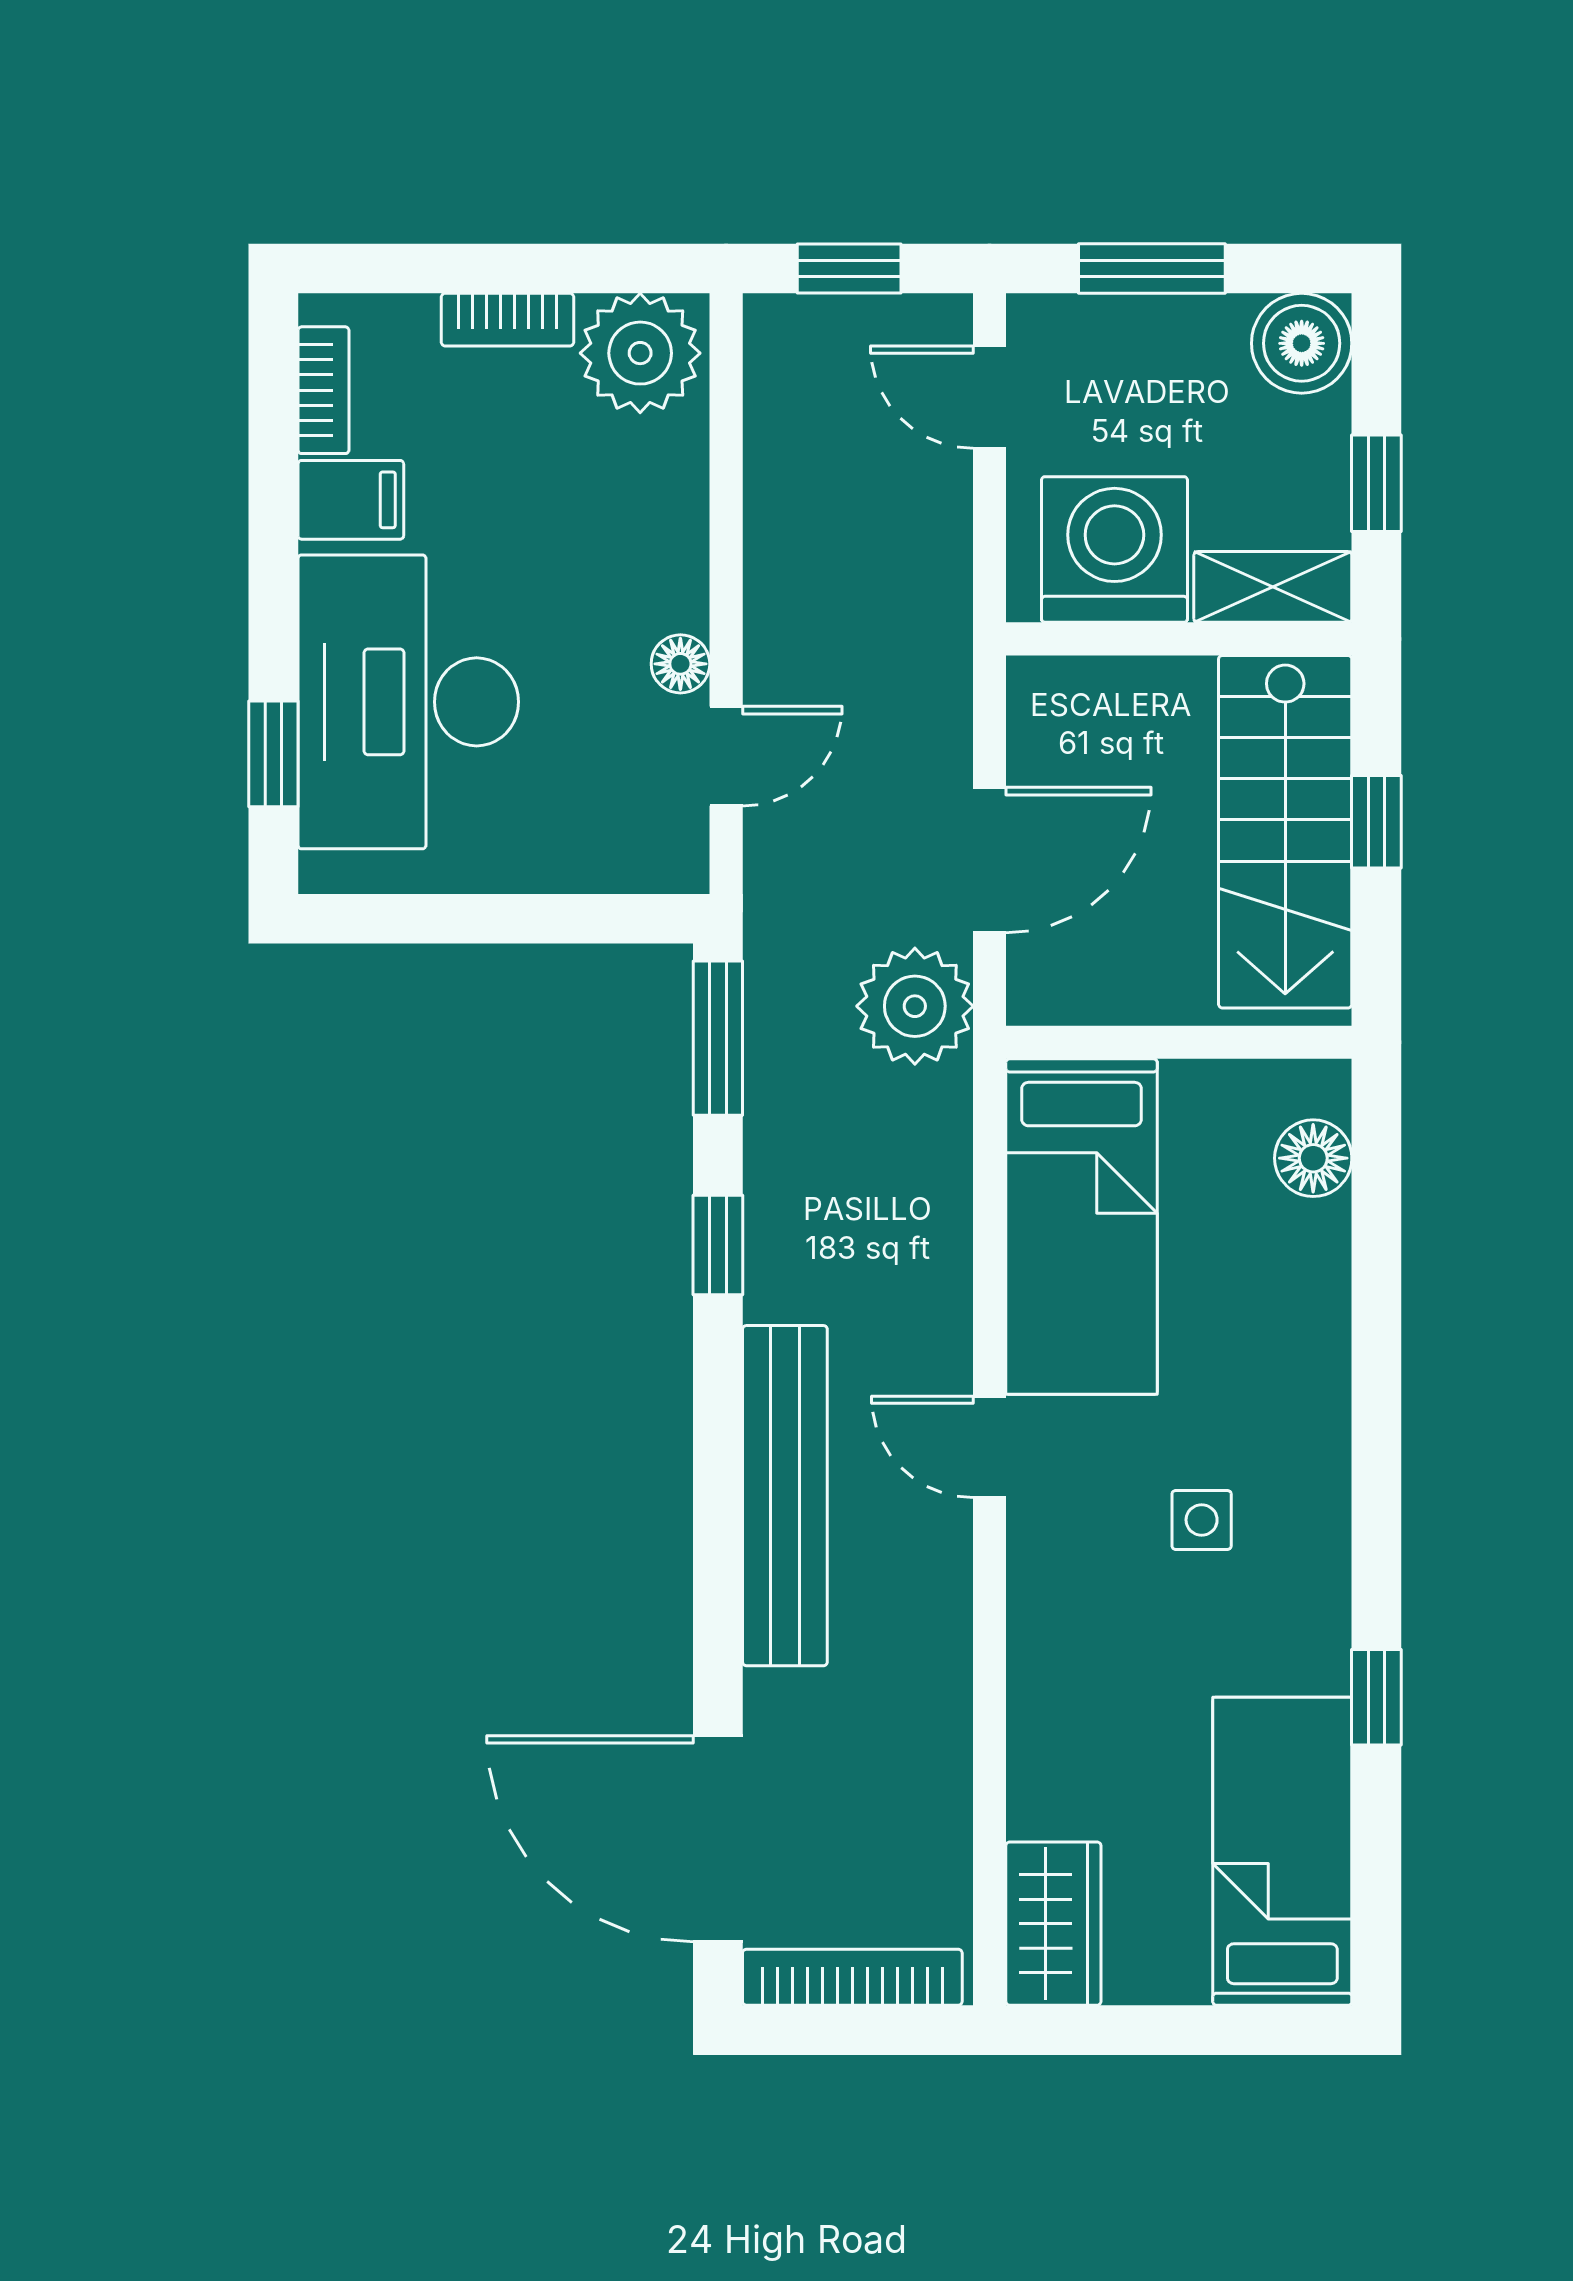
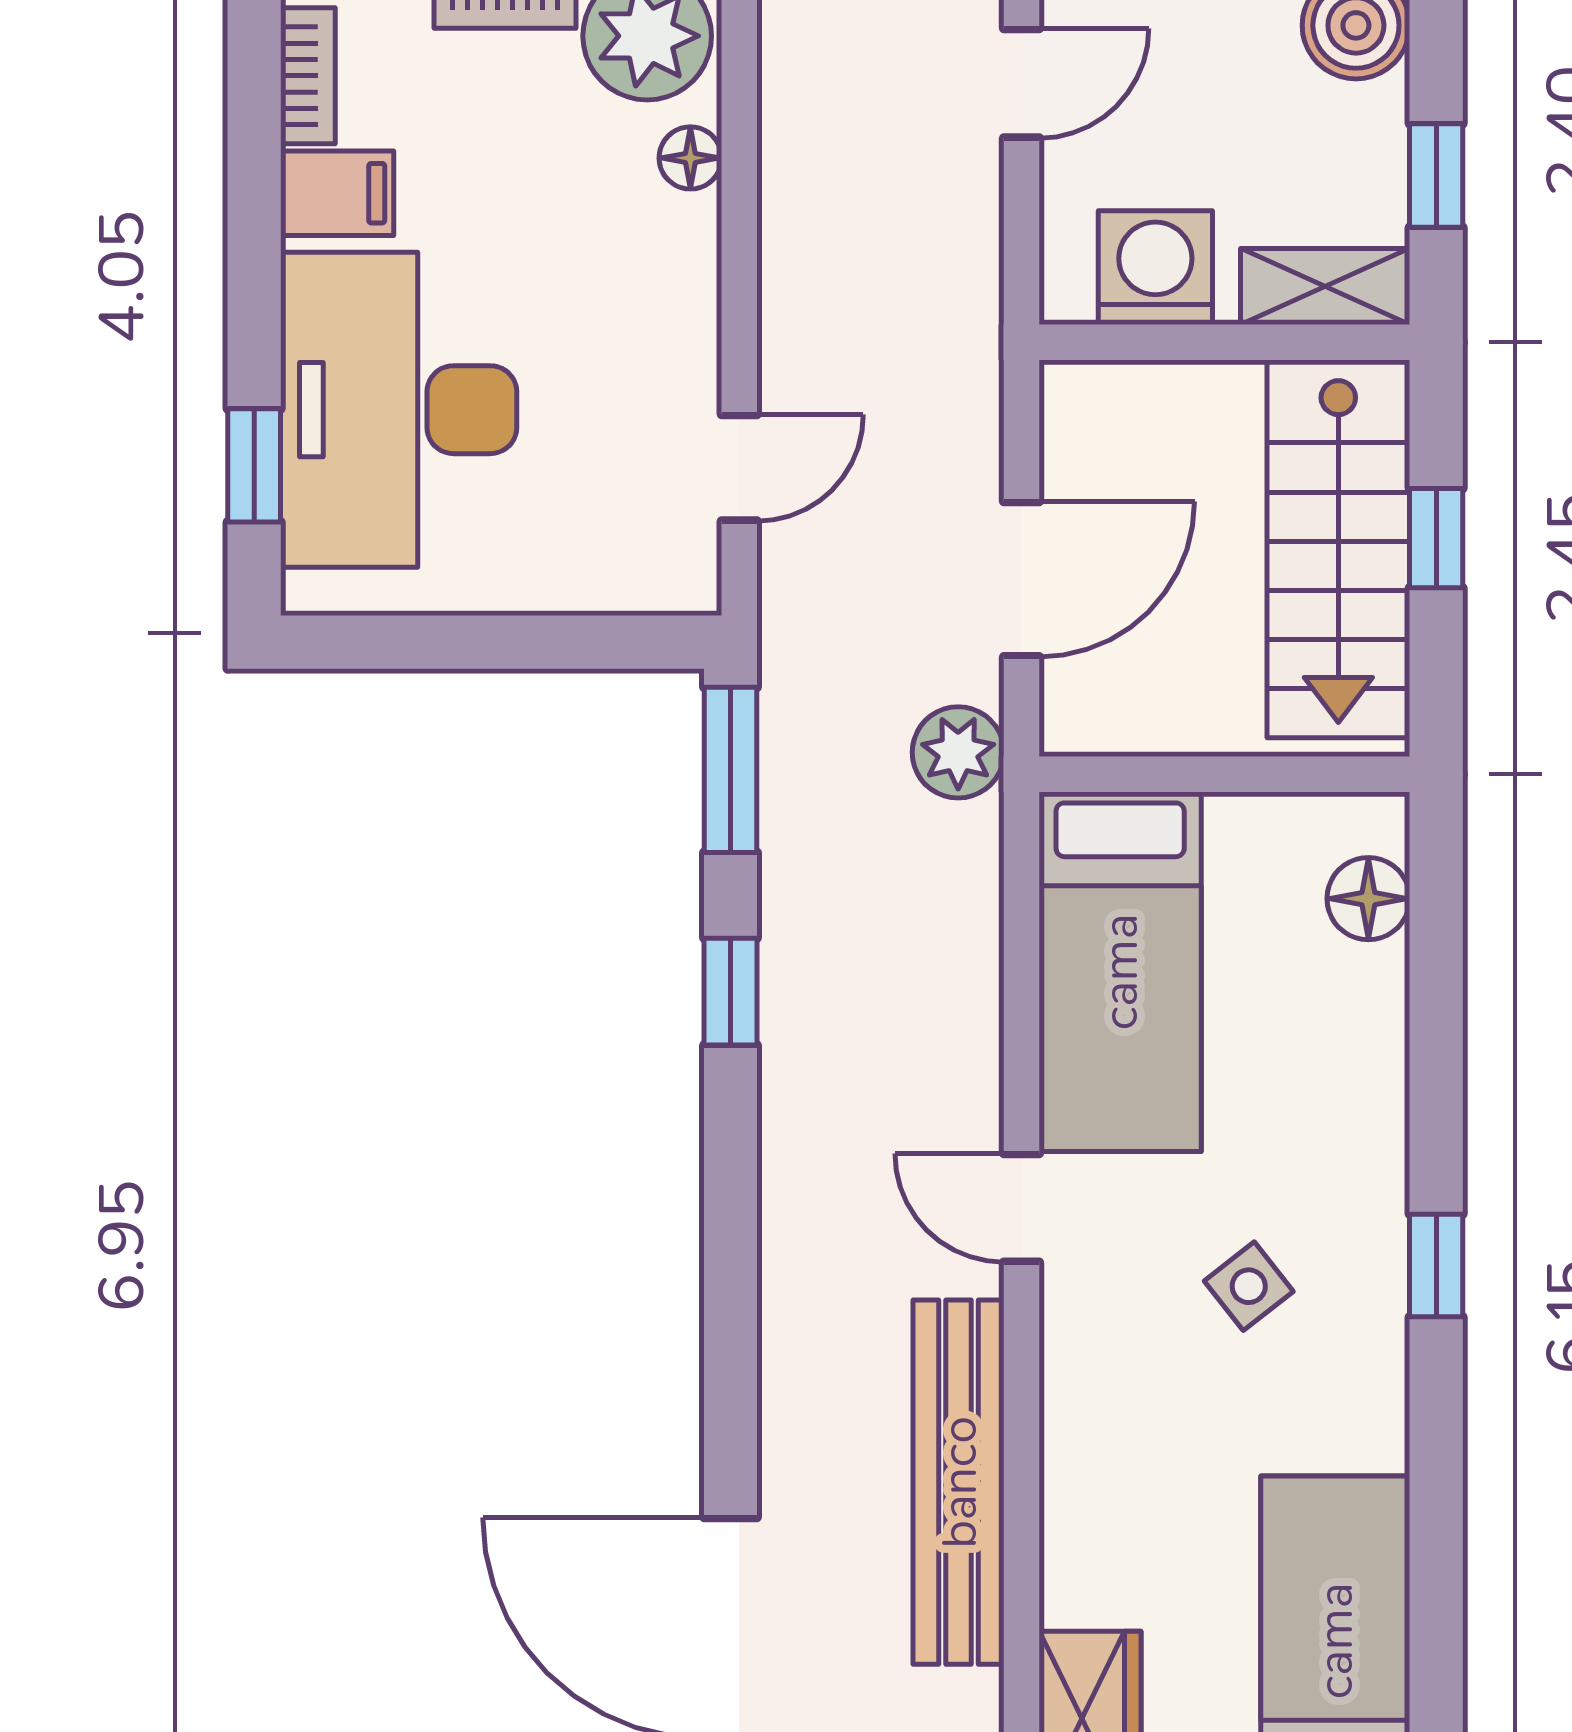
door: (990, 397) -> (1022, 83), swing flipped
washing machine: (1114, 549) -> (1155, 268), width x0.73, depth x0.73
floor lamp: (680, 664) -> (690, 158), moved
plant: (915, 1006) -> (958, 752), width x0.73, depth x0.73
bench: (785, 1496) -> (959, 1482), moved
side table: (1202, 1520) -> (1249, 1286), turned -38
window: (1376, 1697) -> (1436, 1266), moved

